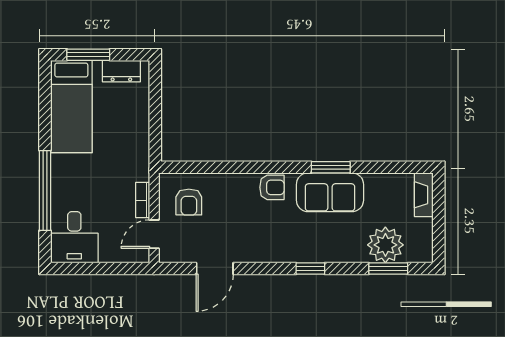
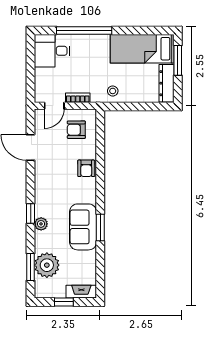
dresser: (121, 71) -> (167, 83), width x1.44
stool: (133, 149) -> (113, 91), added
armchair: (272, 187) -> (86, 168), moved
window: (439, 220) -> (64, 302), added
door: (154, 234) -> (54, 106), swing flipped
plant: (326, 253) -> (41, 224), added

